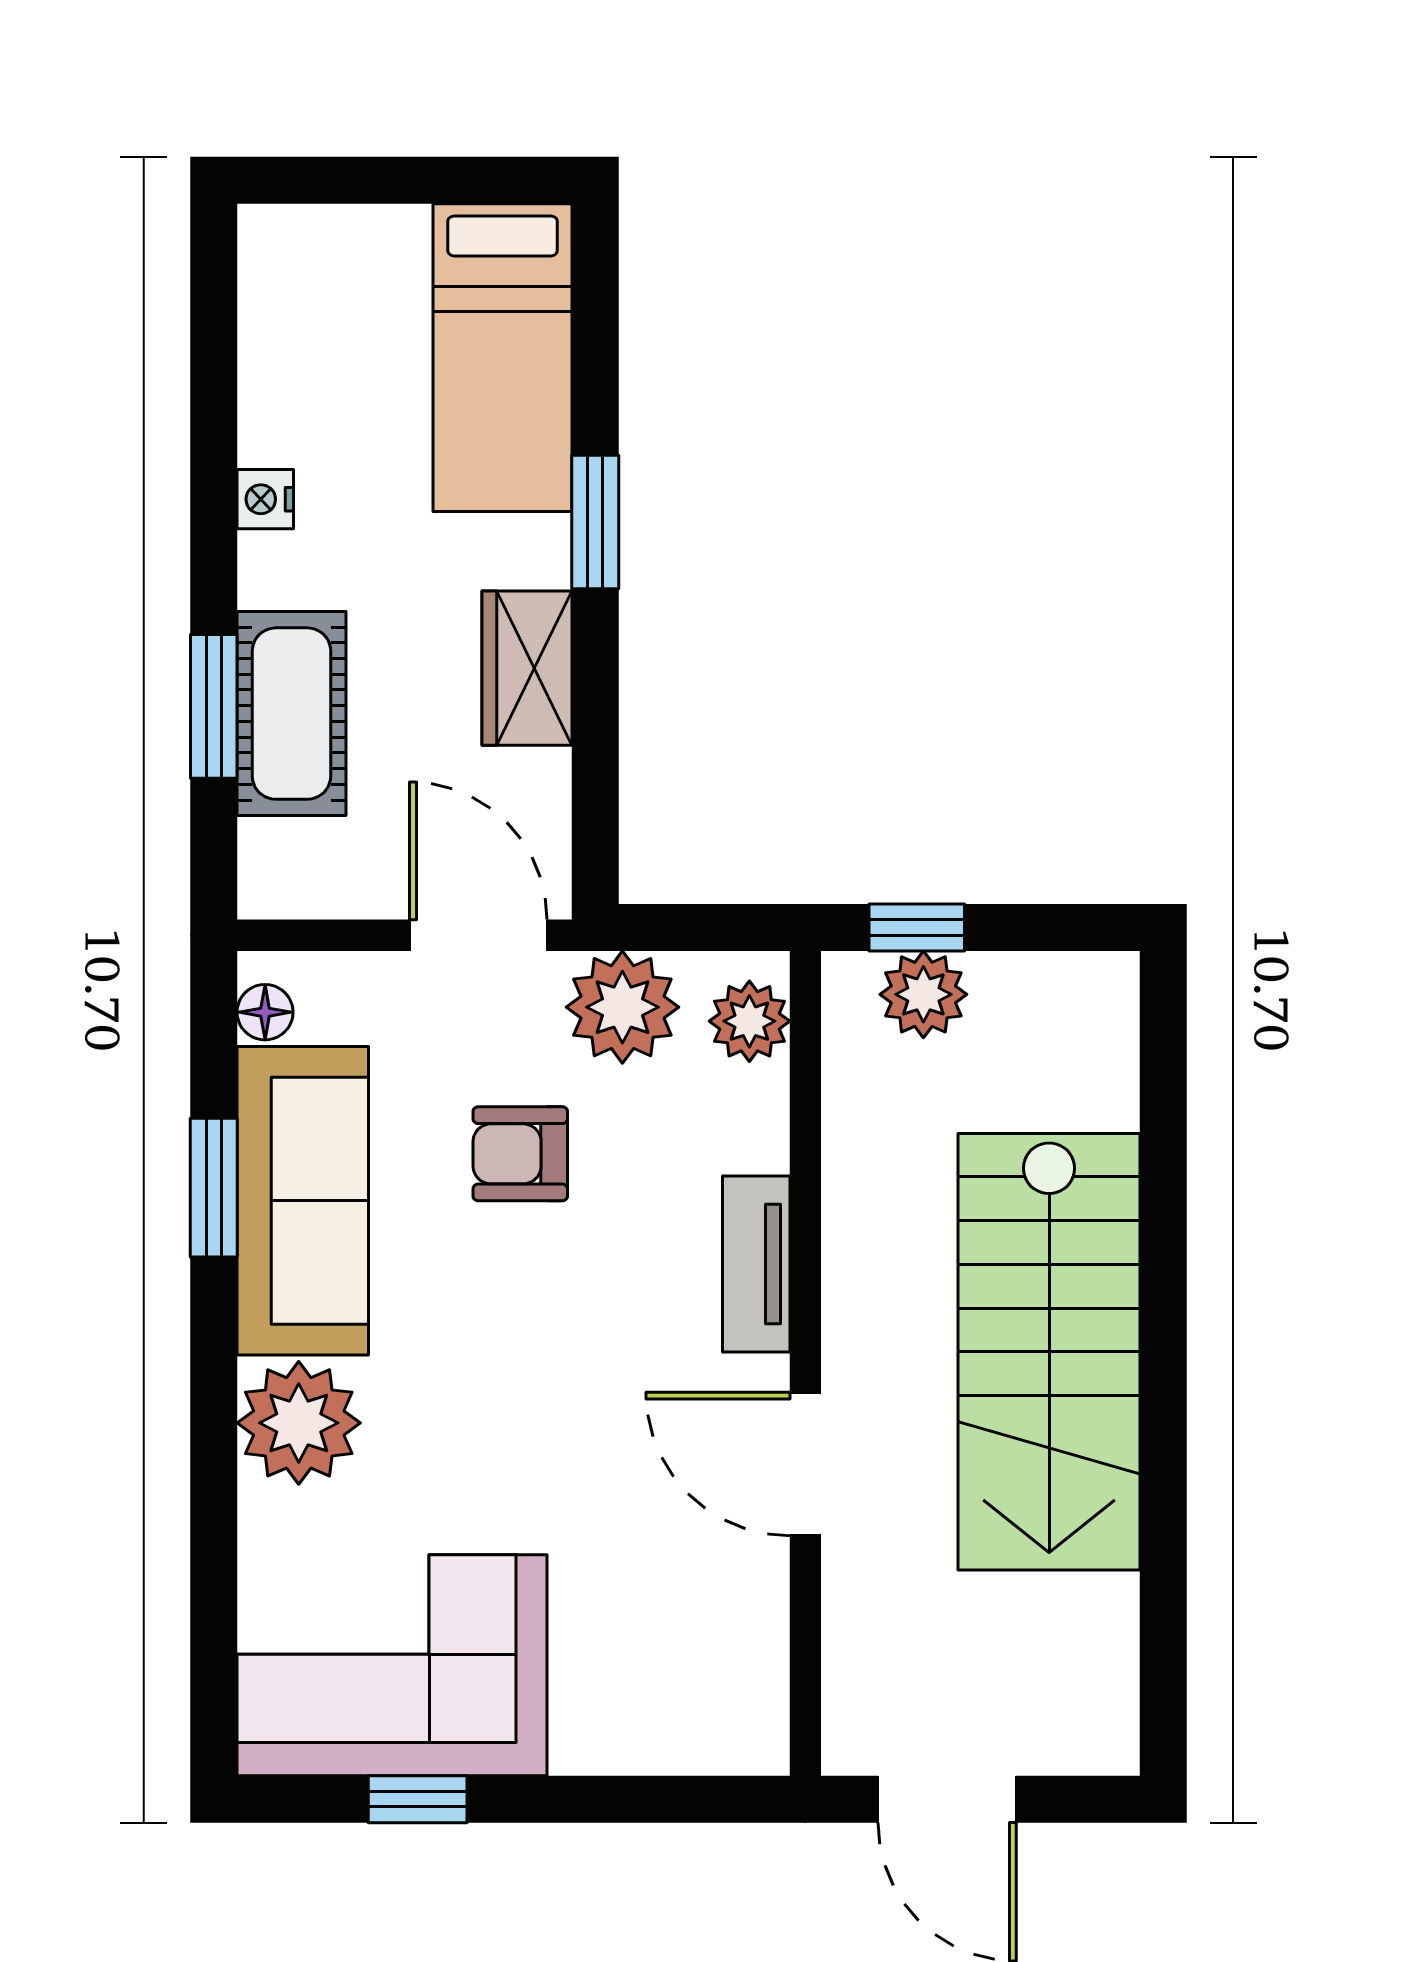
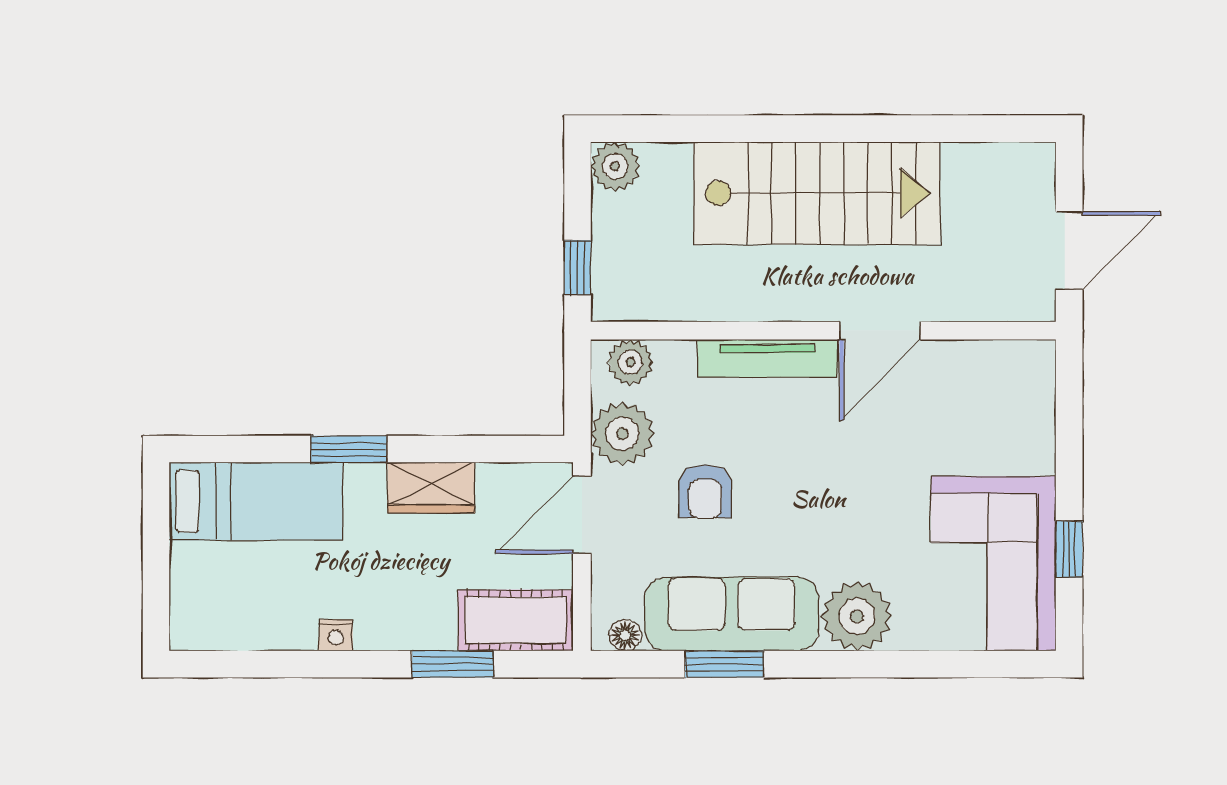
cot: (291, 714) -> (515, 620), moved
plant: (923, 994) -> (615, 166), moved
tv unit: (756, 1264) -> (767, 358), width x1.41

